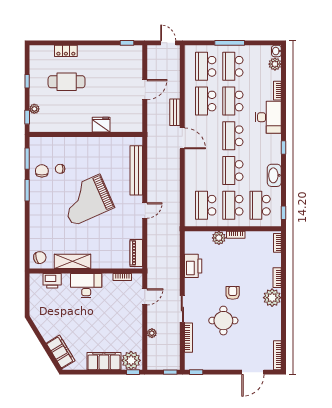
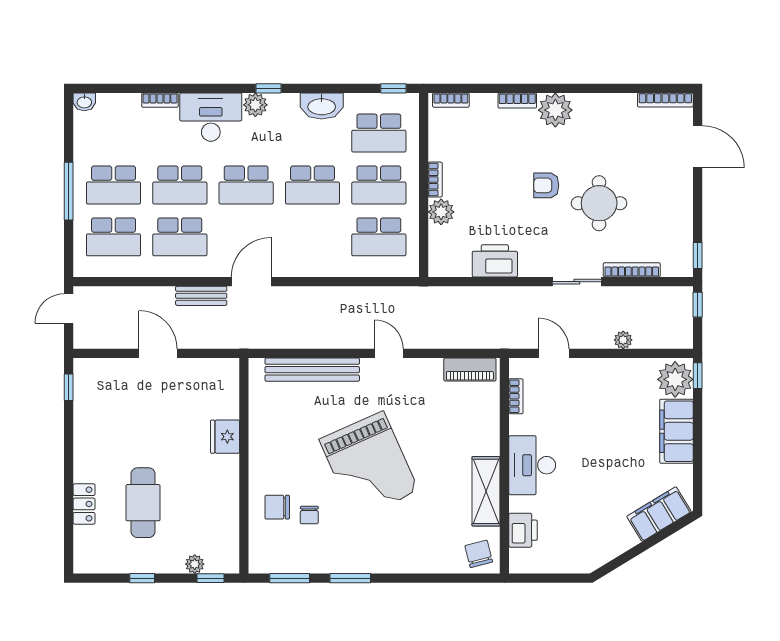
plant: (275, 64) -> (255, 105), moved
chair: (42, 171) -> (277, 507), moved

